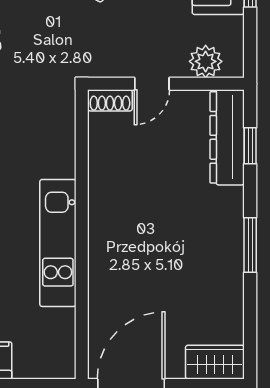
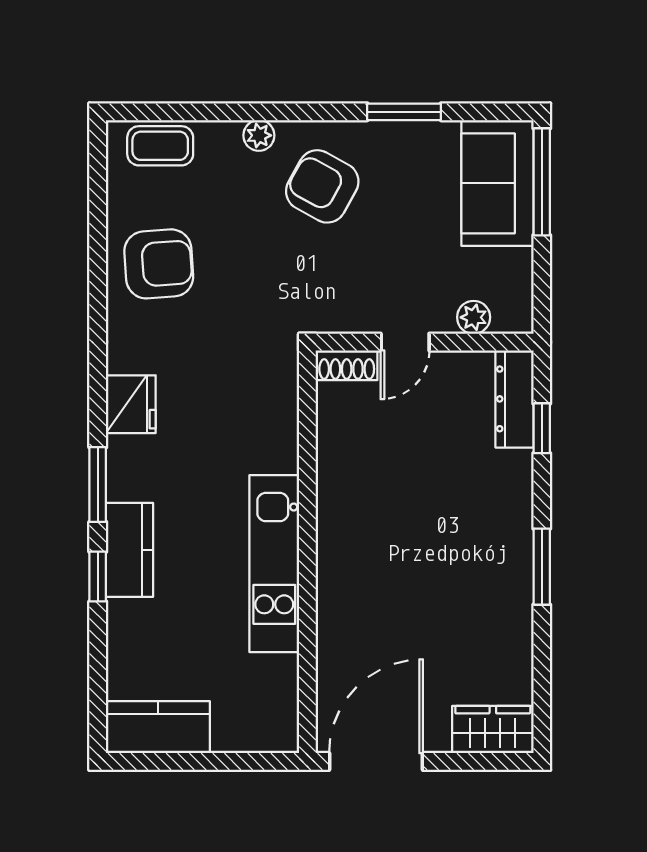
plant: (206, 61) -> (474, 317), width x0.73, depth x0.73
dresser: (227, 137) -> (515, 399), width x0.73, depth x0.80

